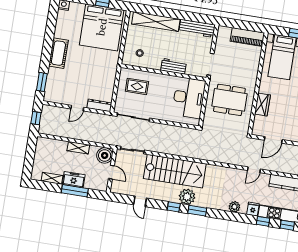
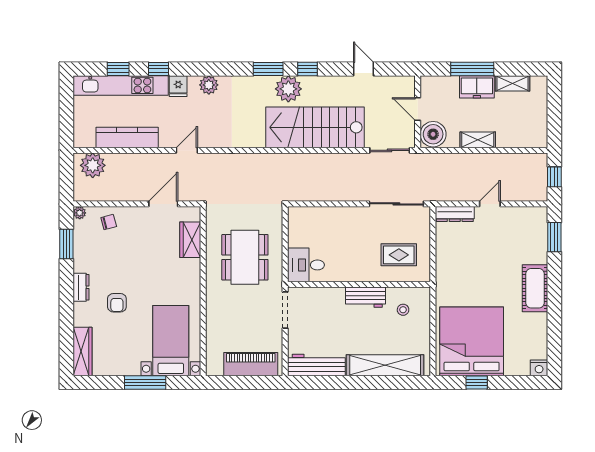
piano: (247, 37) -> (251, 364), moved
workbench: (173, 66) -> (366, 297), moved
desk: (189, 98) -> (306, 265), width x0.53, depth x0.77
dining table: (229, 100) -> (245, 257), turned 90
wardrobe: (262, 105) -> (190, 240), moved

